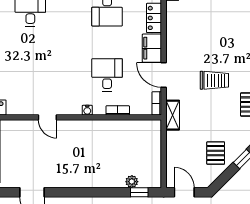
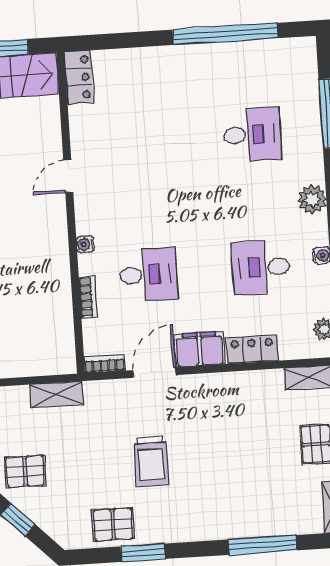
shelving: (173, 115) -> (57, 394), moved

